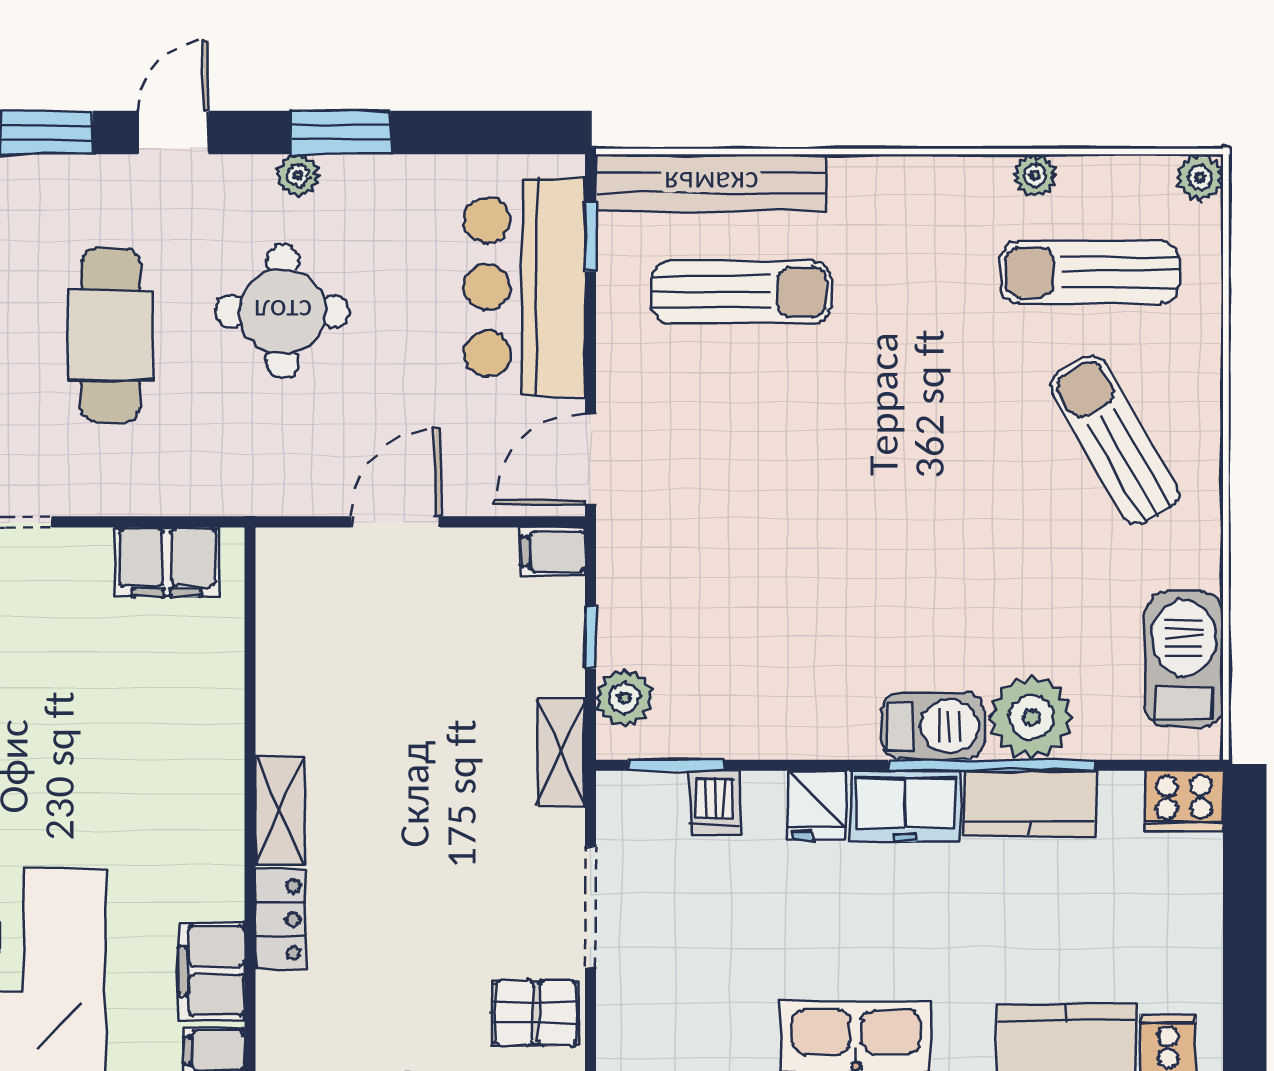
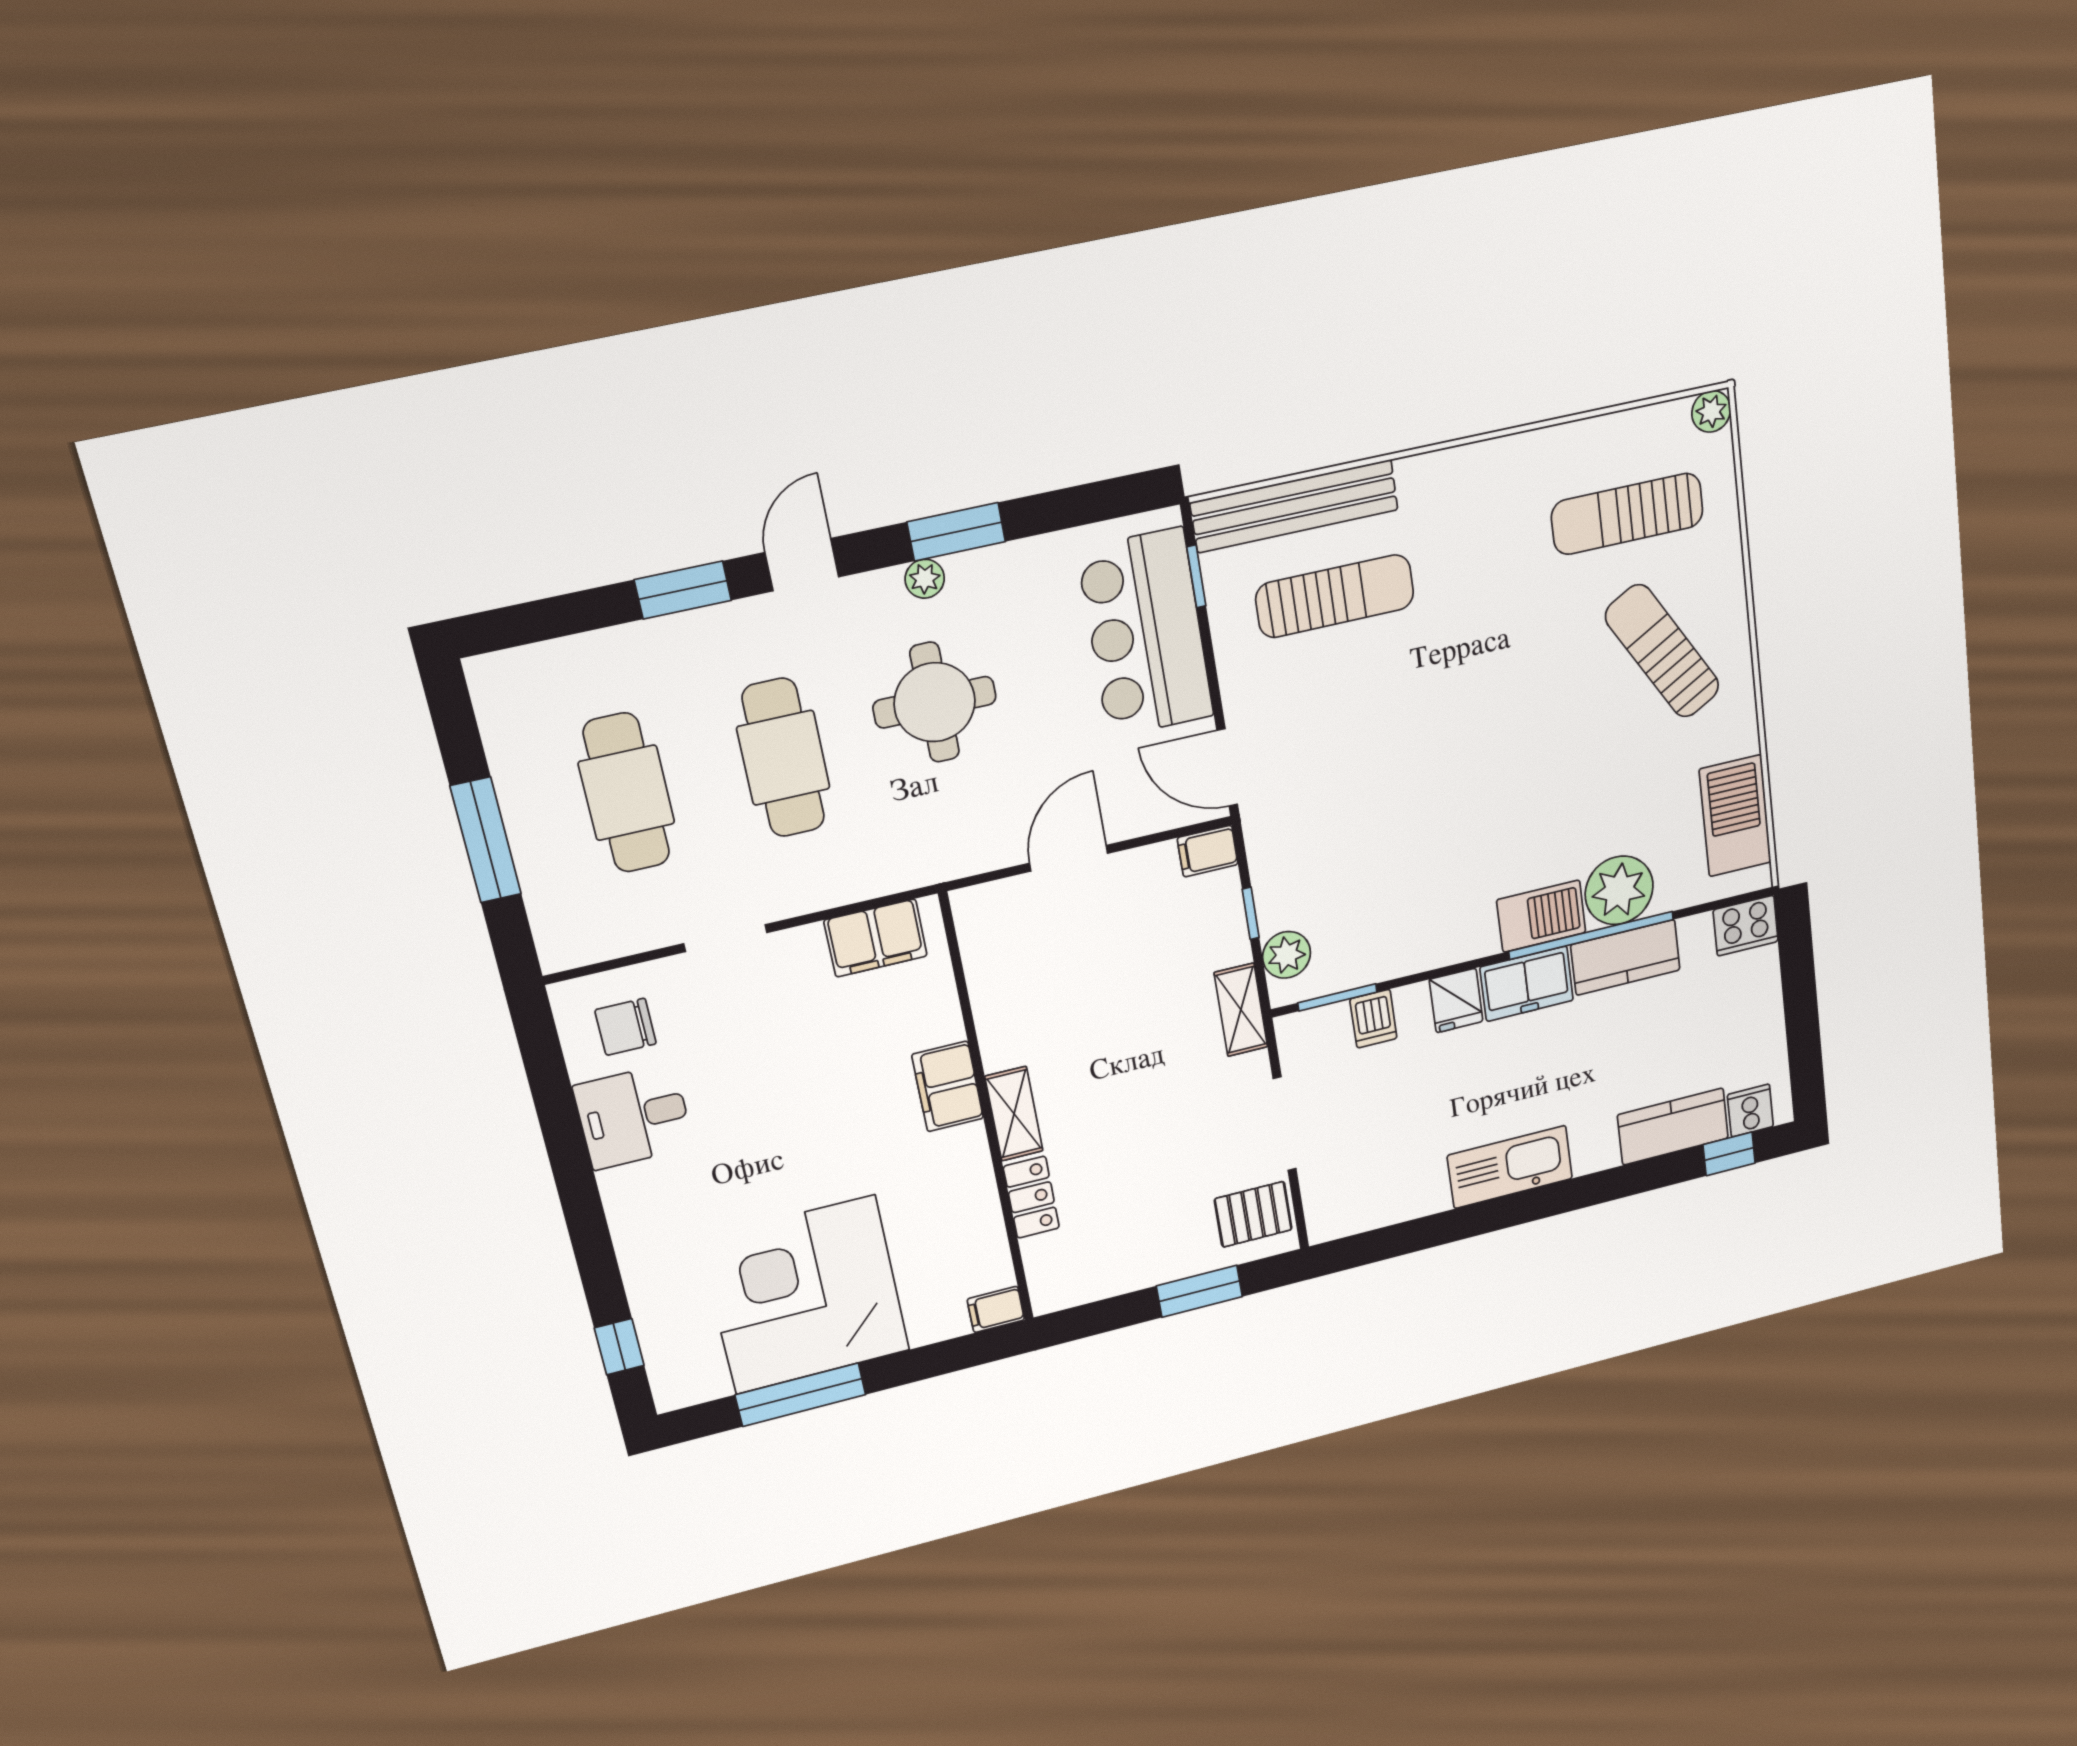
plant: (1035, 175) -> (1572, 439), removed
door: (591, 459) -> (1227, 767), hinge flipped
filing cabinet: (212, 971) -> (948, 1086), moved

